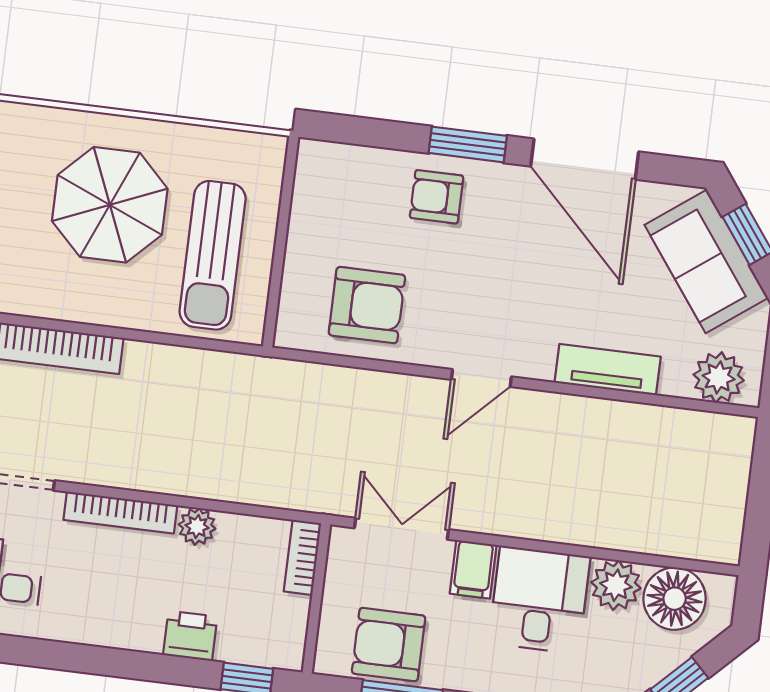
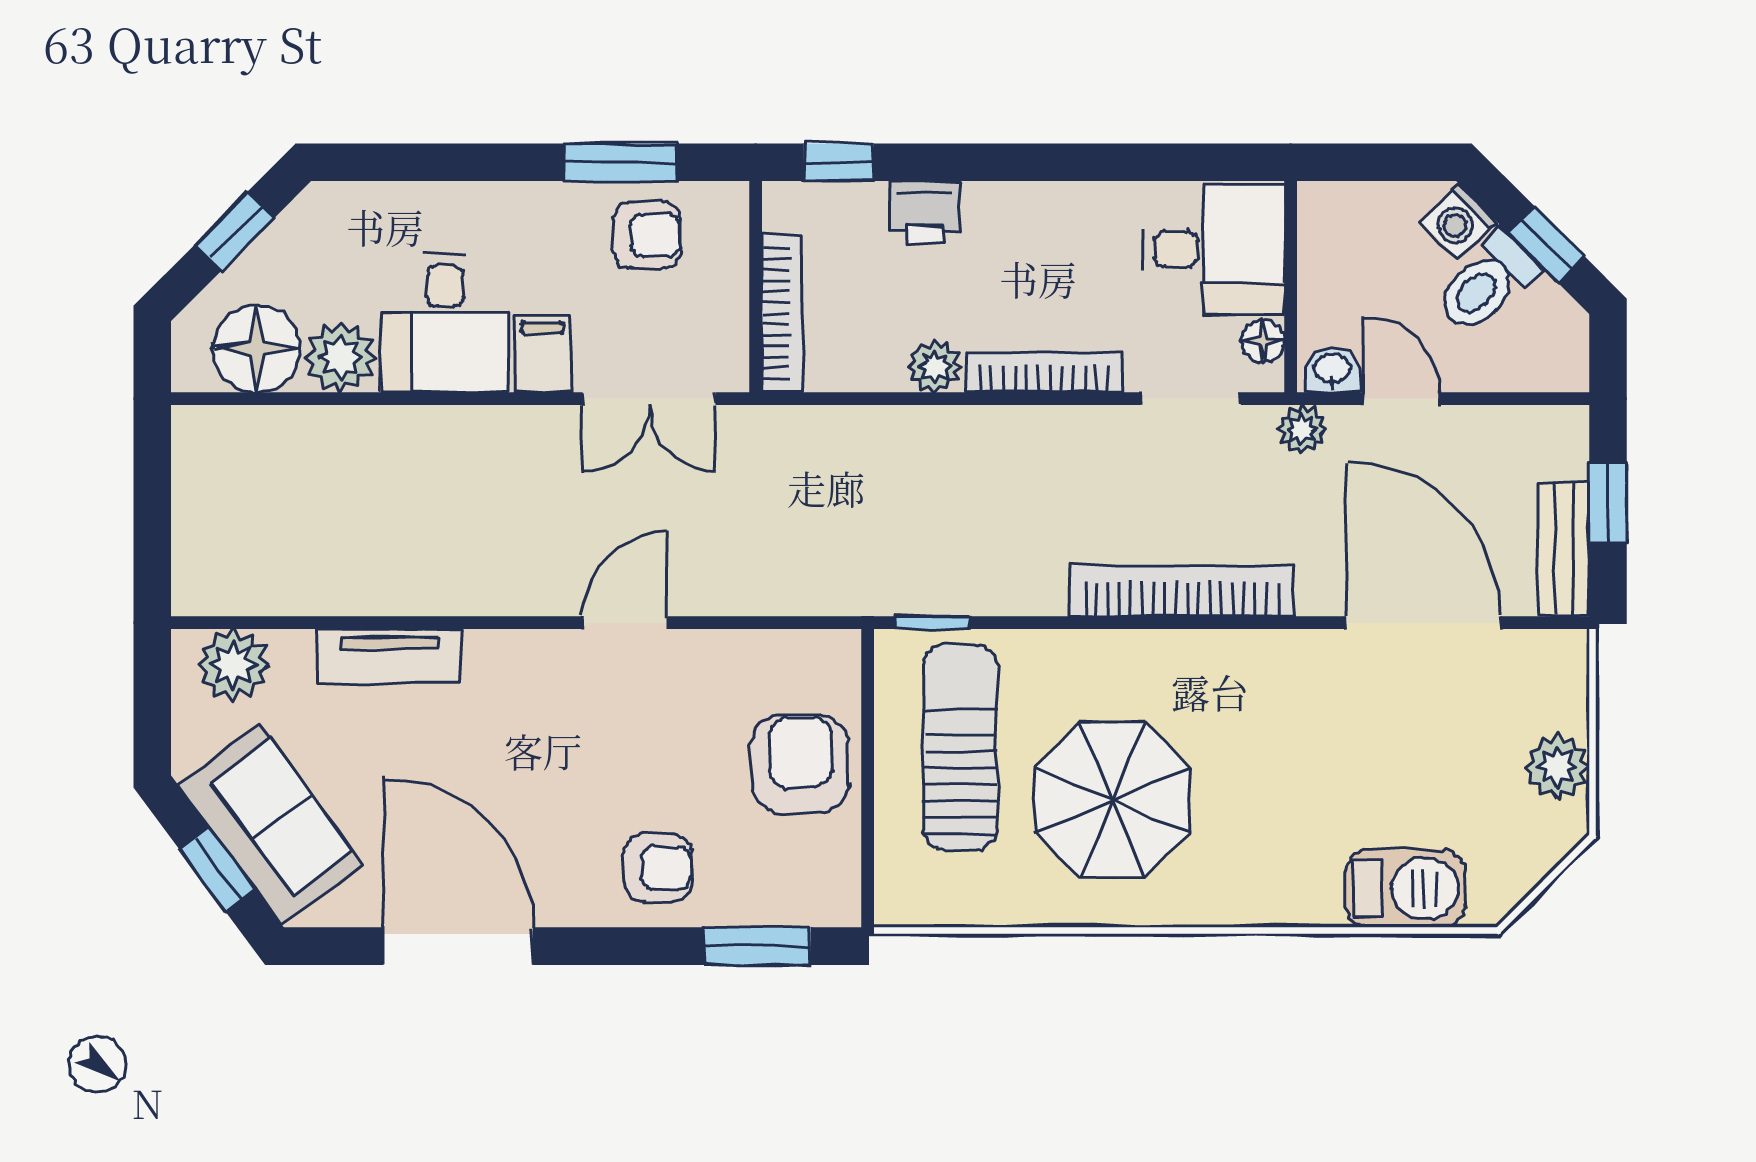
window: (468, 144) -> (757, 946), moved
armchair: (367, 305) -> (801, 764), moved, turned 90
window: (221, 346) -> (932, 623), added
door: (481, 378) -> (625, 623), moved
bookcase: (303, 557) -> (782, 313), width x1.56
armchair: (389, 645) -> (647, 235), width x0.72, depth x0.72

